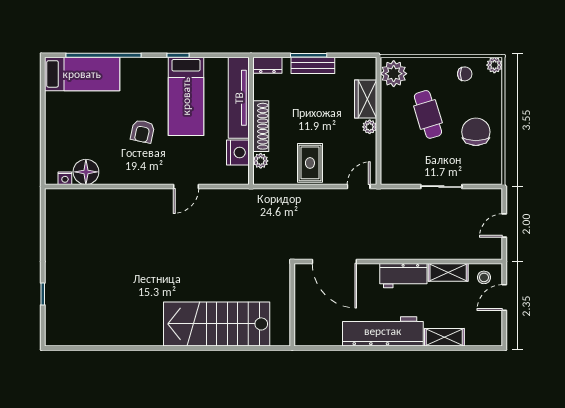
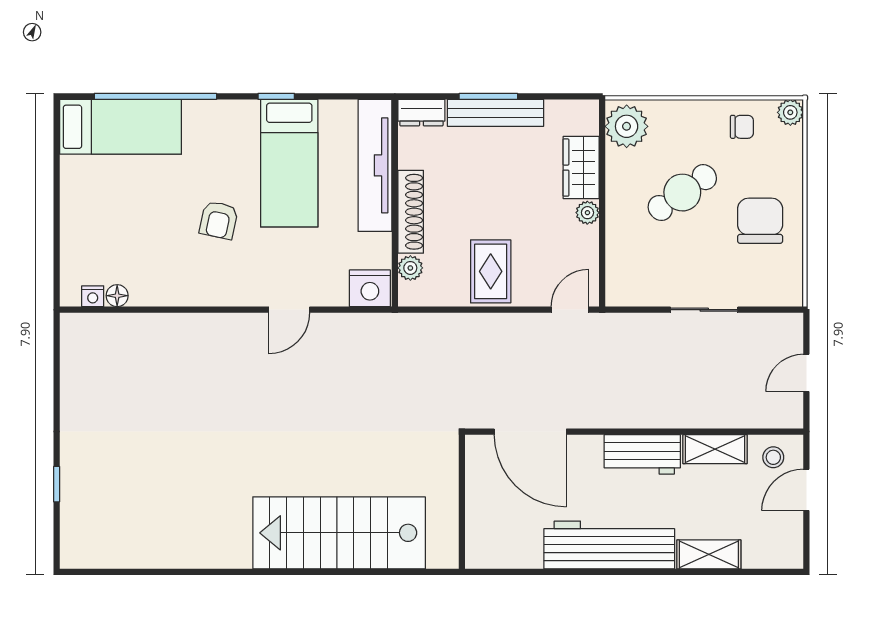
bench: (313, 65) -> (496, 113), width x1.36
cafe table: (428, 114) -> (682, 193), turned 72
nightstand: (238, 152) -> (370, 288), moved, turned 90
floor lamp: (86, 172) -> (117, 296), width x0.53, depth x0.53

